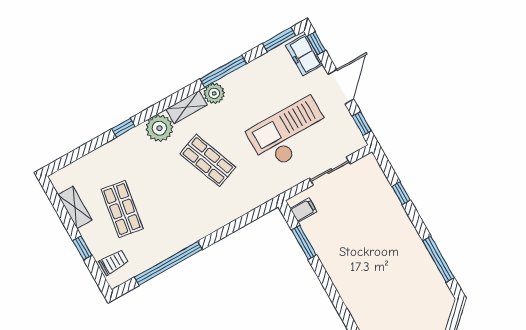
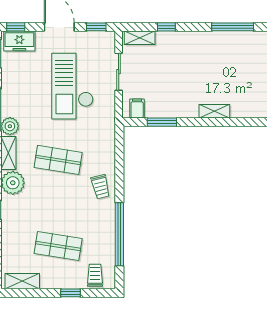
shop shelf: (208, 161) -> (58, 160), turned 30
shelving: (375, 173) -> (140, 38), added
shelving: (75, 207) -> (22, 281), moved
trolley: (205, 218) -> (100, 187), added
shelving: (344, 289) -> (214, 111), added

